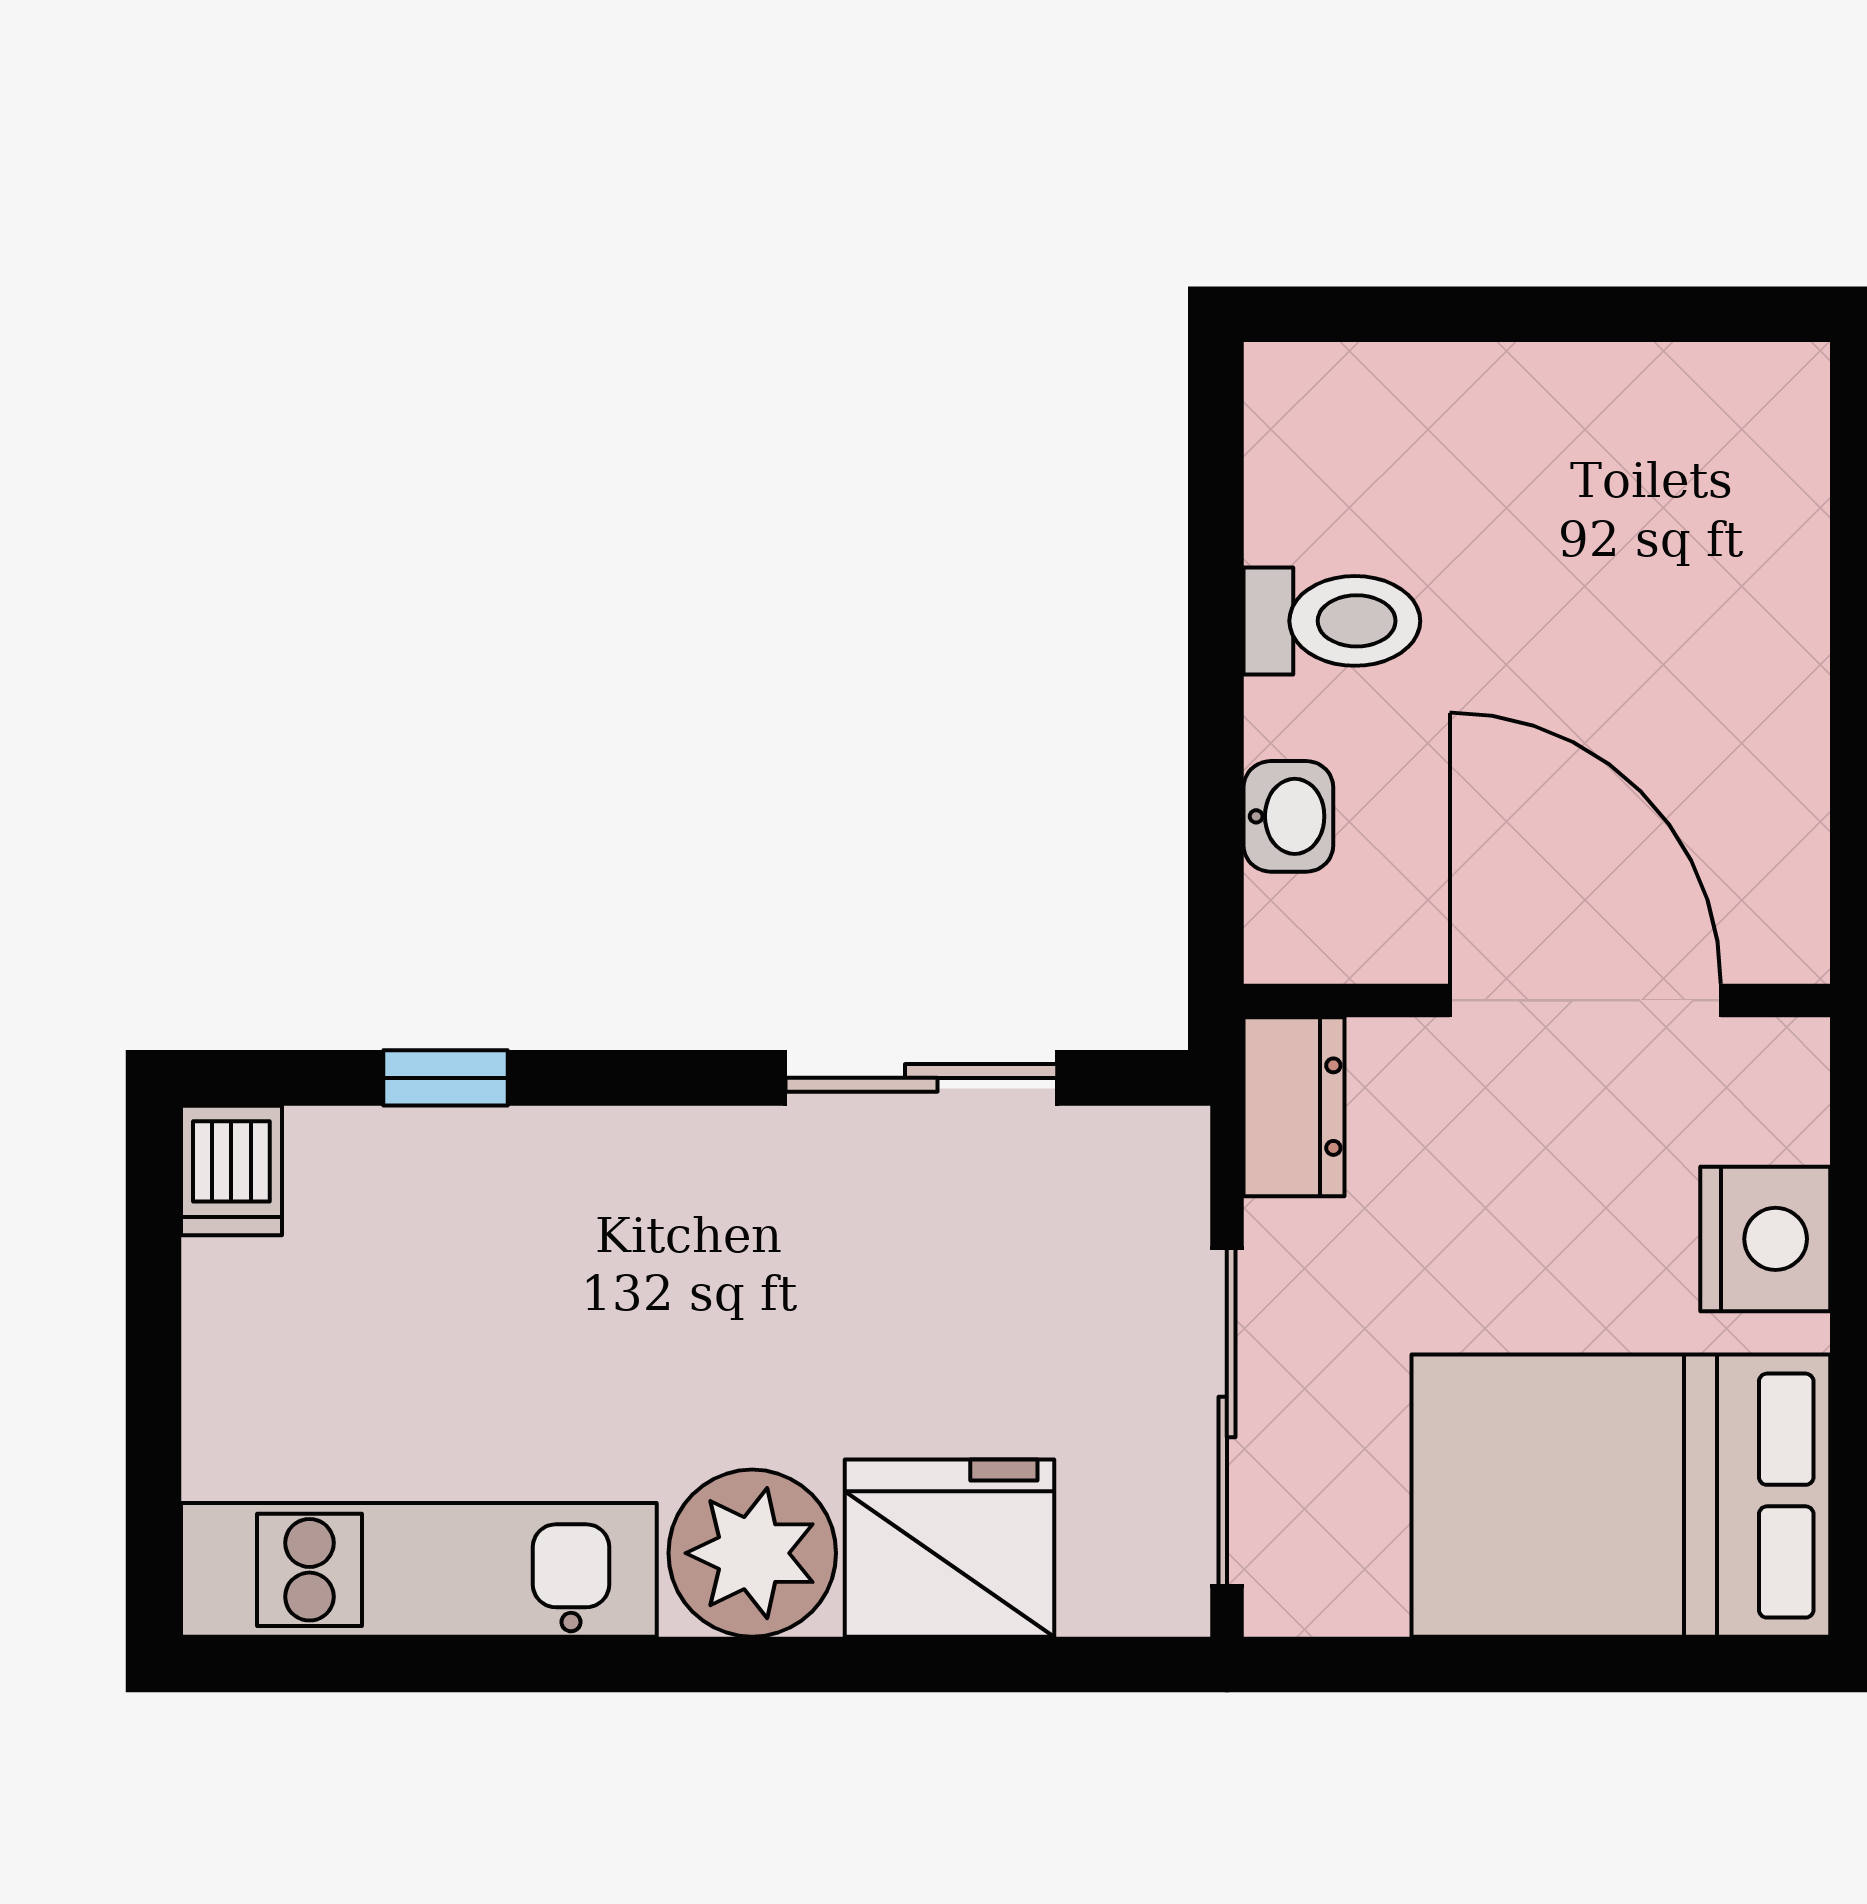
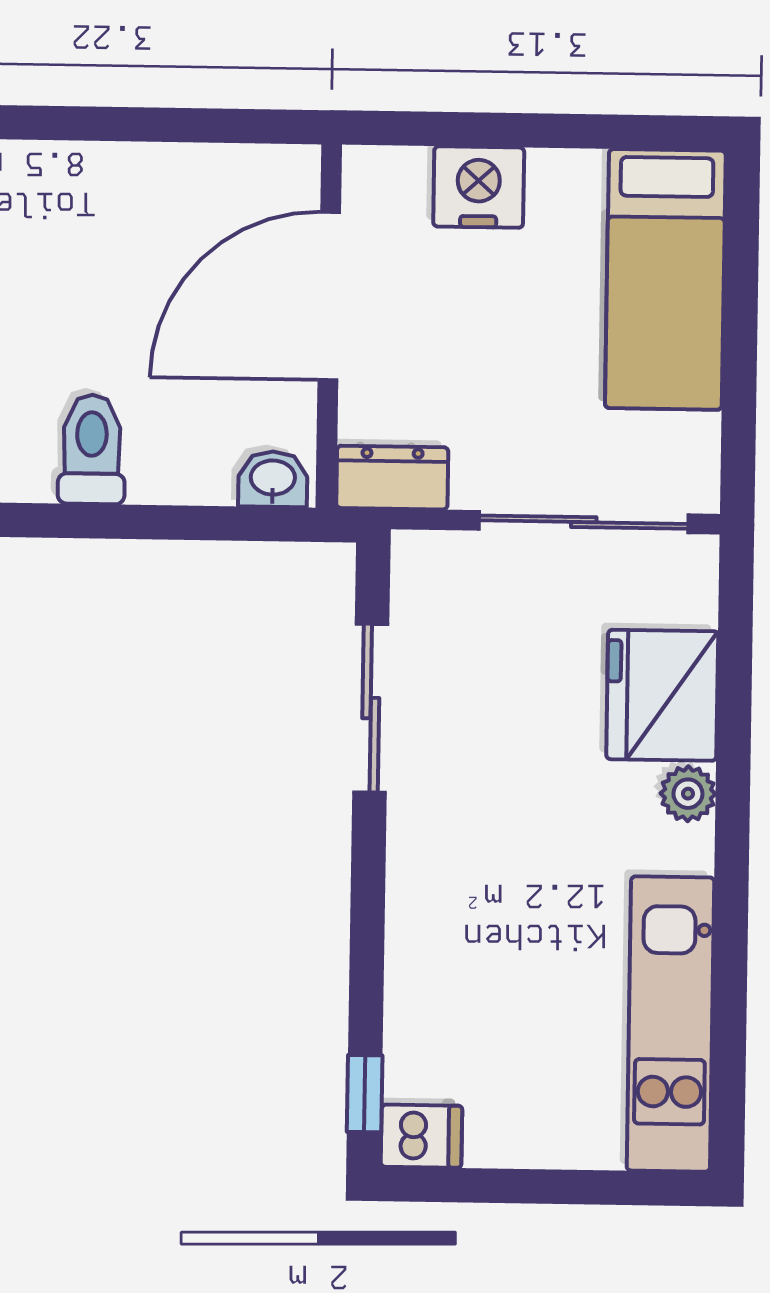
washbasin: (1288, 816) -> (273, 479), moved
window: (446, 1078) -> (365, 1094), moved
bed: (1621, 1496) -> (665, 279), width x0.67
plant: (752, 1553) -> (688, 794), width x0.53, depth x0.53

